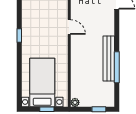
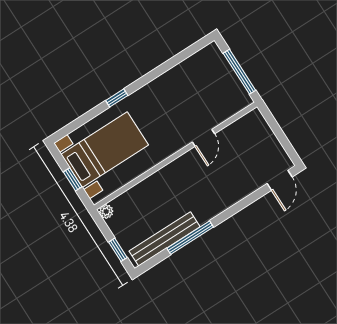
window: (19, 36) -> (117, 98), moved
bench: (109, 58) -> (165, 239), moved

